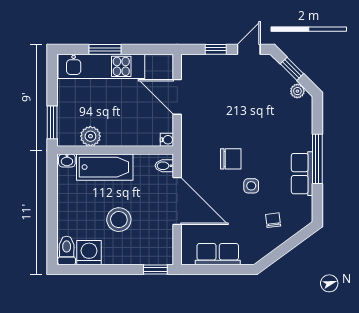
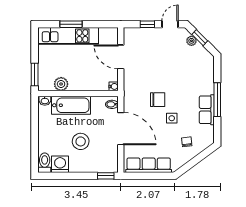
plant: (297, 91) -> (191, 41), moved
row of seats: (218, 254) -> (149, 165), width x1.48

